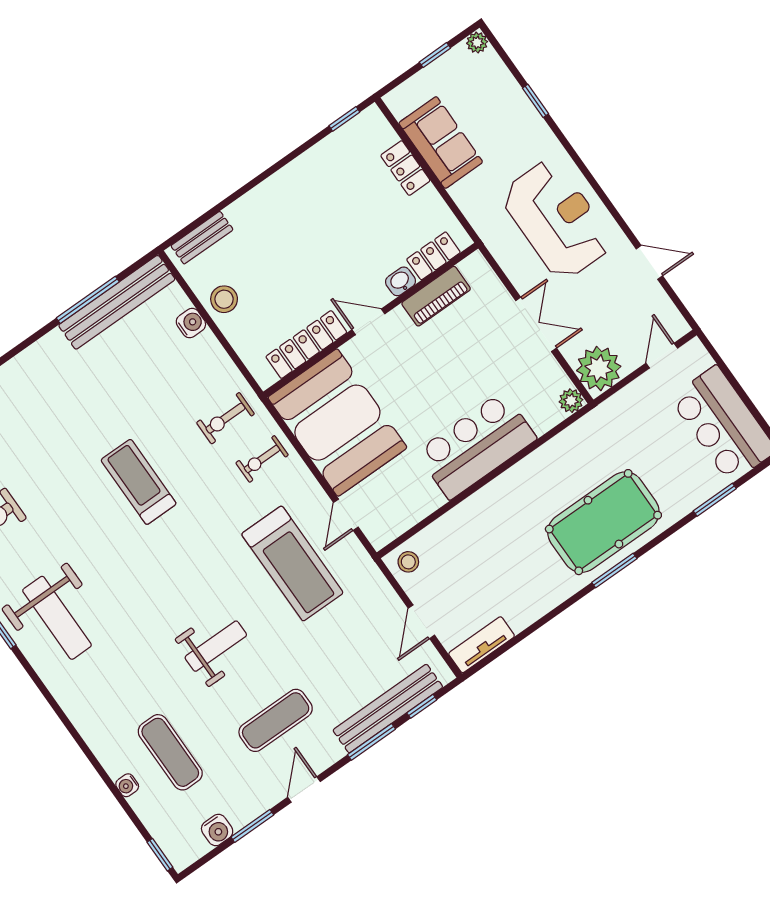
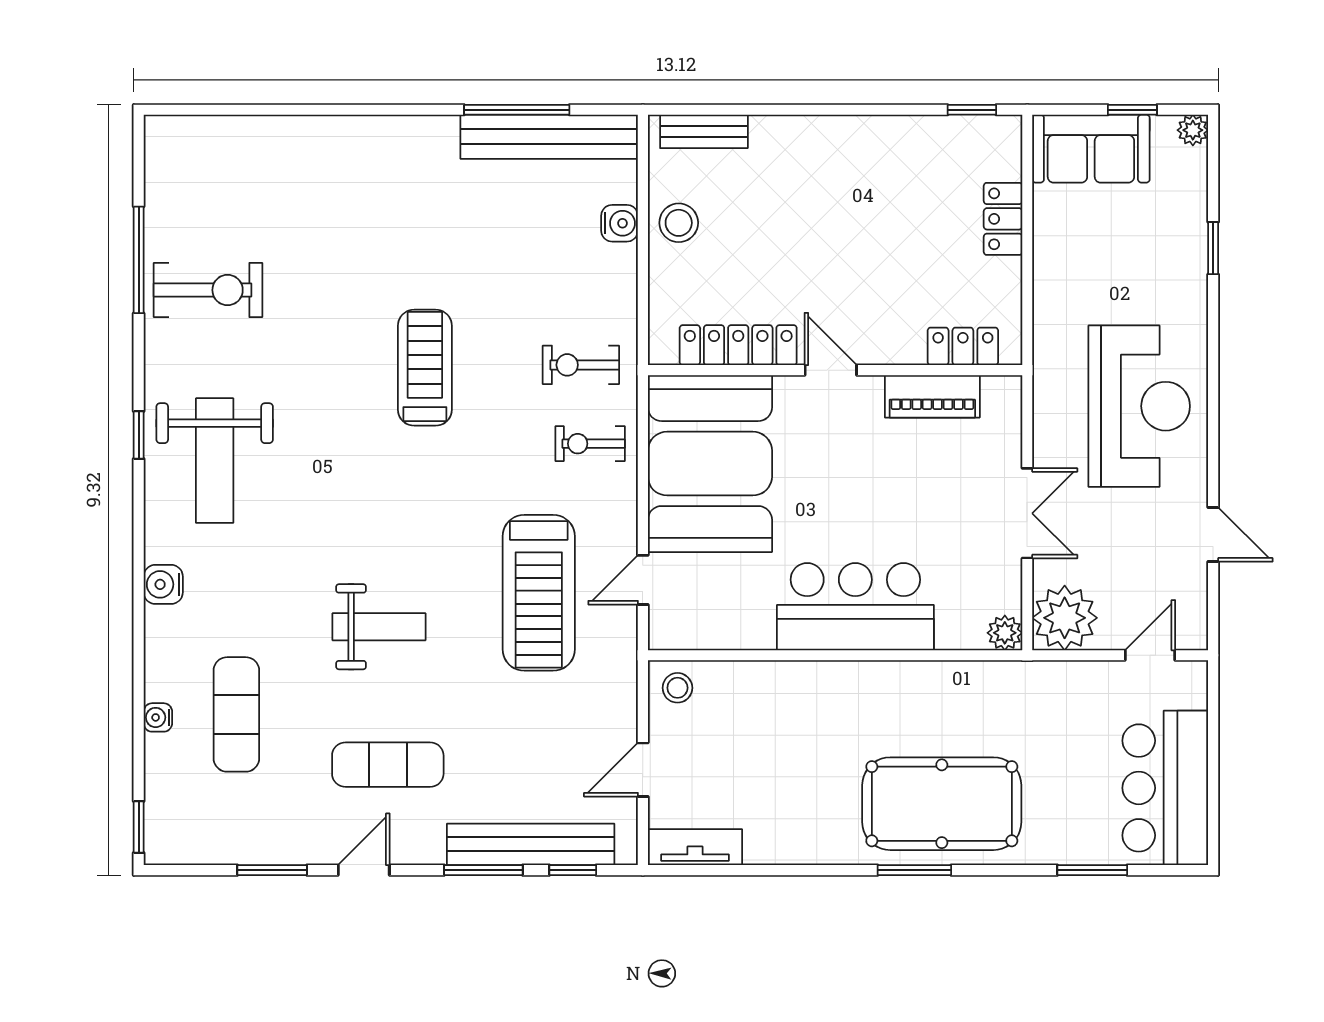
sofa: (441, 143) -> (1091, 149), moved, turned 90
washbasin: (401, 281) -> (903, 349), removed
water cooler: (217, 830) -> (163, 584), moved, turned 90

